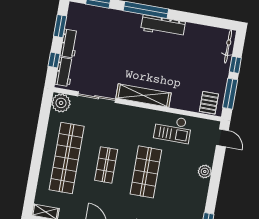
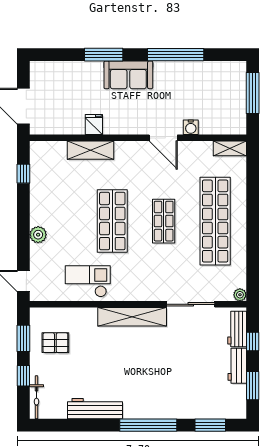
workbench: (163, 26) -> (95, 409), moved
window: (230, 94) -> (23, 338), width x0.69
plant: (61, 103) -> (240, 295), width x0.53, depth x0.53
pallet: (209, 103) -> (55, 343), moved, turned 90

